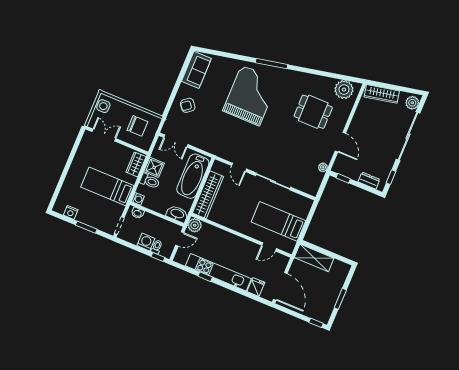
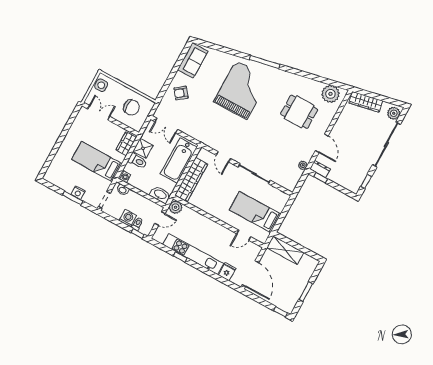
dresser: (369, 181) -> (320, 169), moved
nightstand: (71, 212) -> (78, 193), moved

